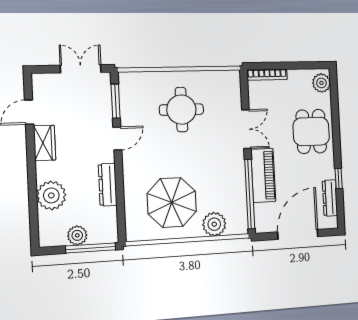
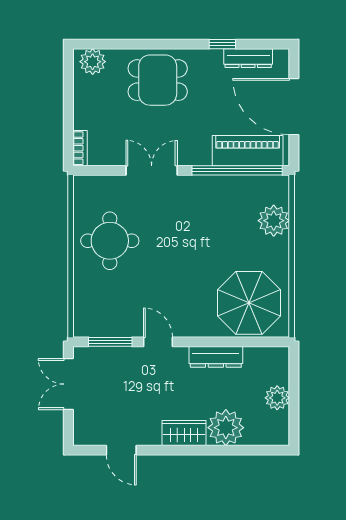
bookcase: (267, 75) -> (80, 148), width x0.64
round table: (181, 110) -> (110, 241), moved
wardrobe: (45, 143) -> (184, 433), moved
piano: (263, 175) -> (248, 151), moved
parasol: (172, 202) -> (249, 303), moved
window: (91, 248) -> (294, 382), removed

